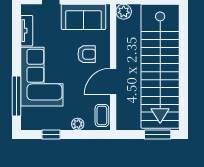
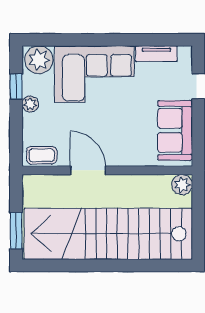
armchair: (87, 54) -> (125, 135), removed
window: (16, 96) -> (68, 40), removed
plant: (31, 118) -> (39, 60), added
plant: (78, 124) -> (30, 104), moved

